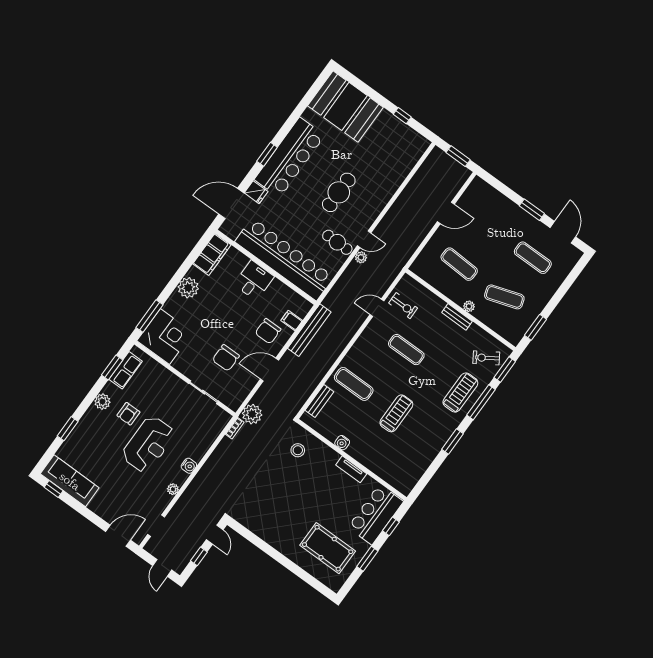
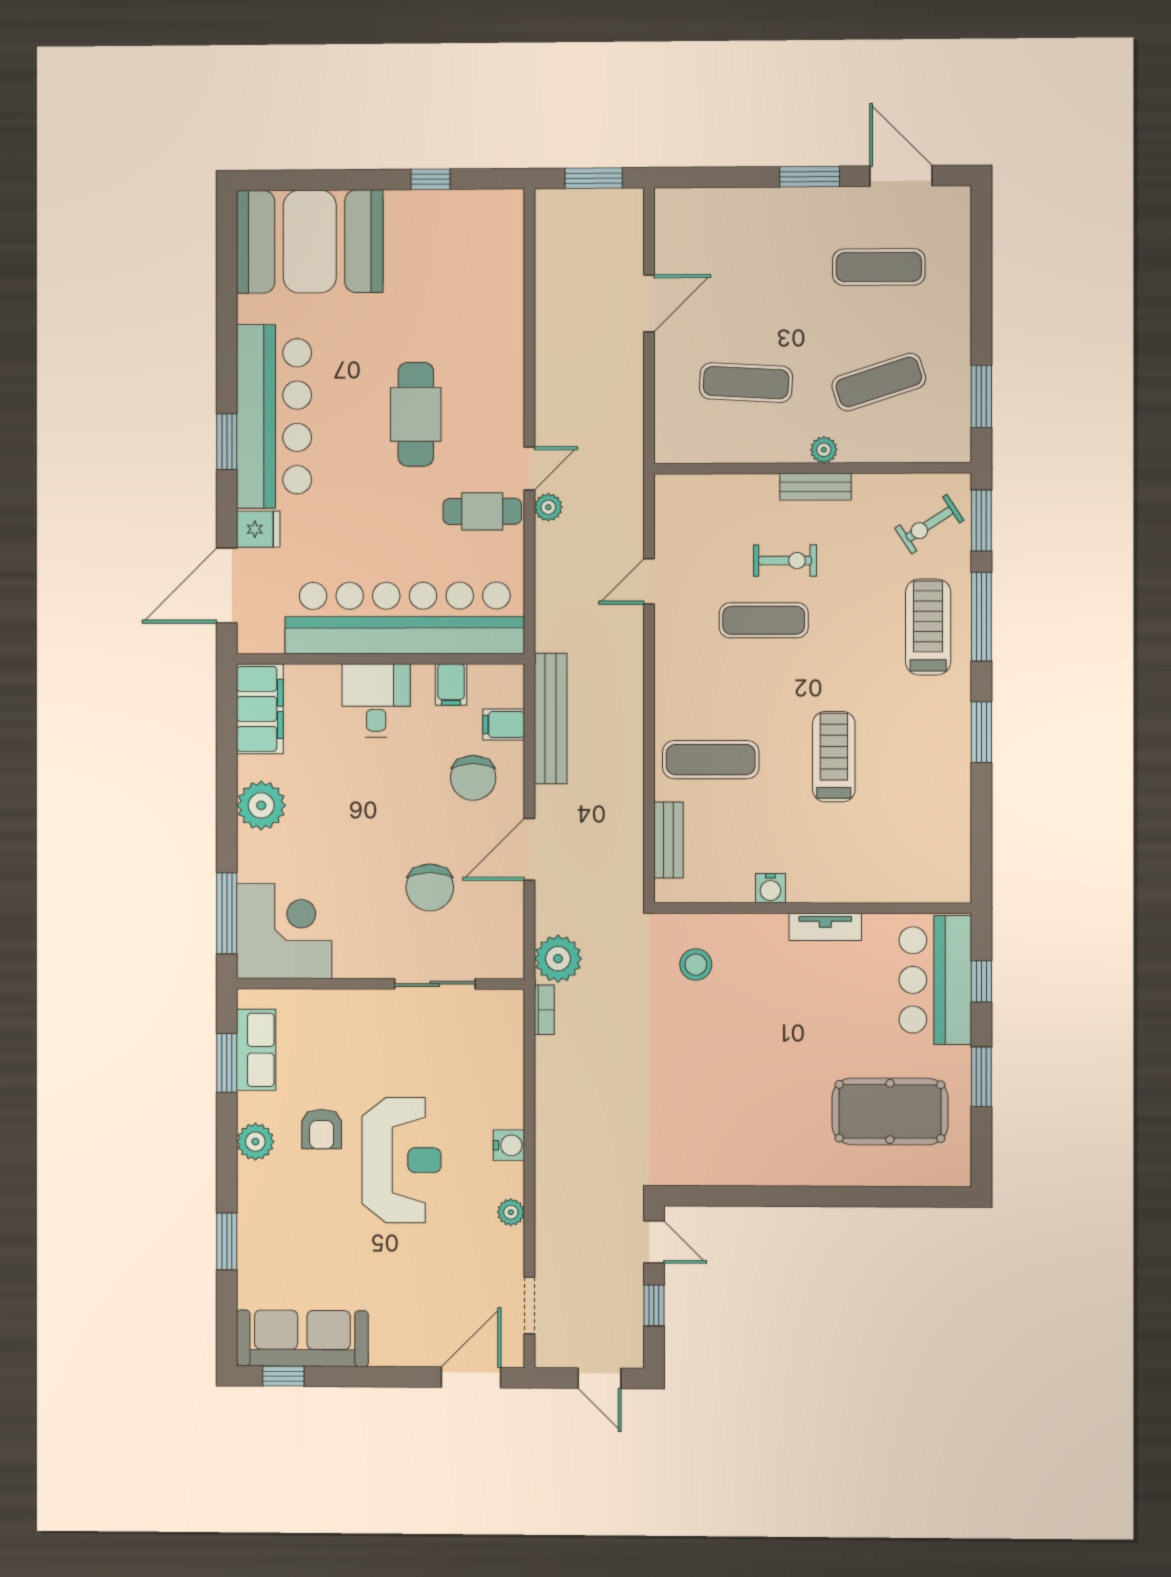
filing cabinet: (284, 294) -> (451, 684), added
exercise bike: (403, 306) -> (785, 561), moved

